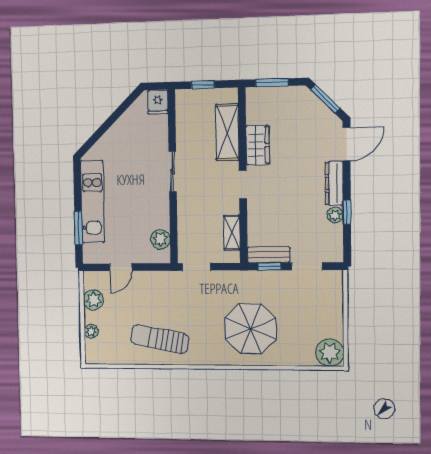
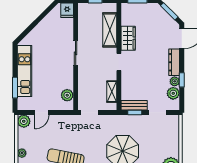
plant: (333, 235) -> (173, 93), added
plant: (93, 300) -> (24, 121), moved

